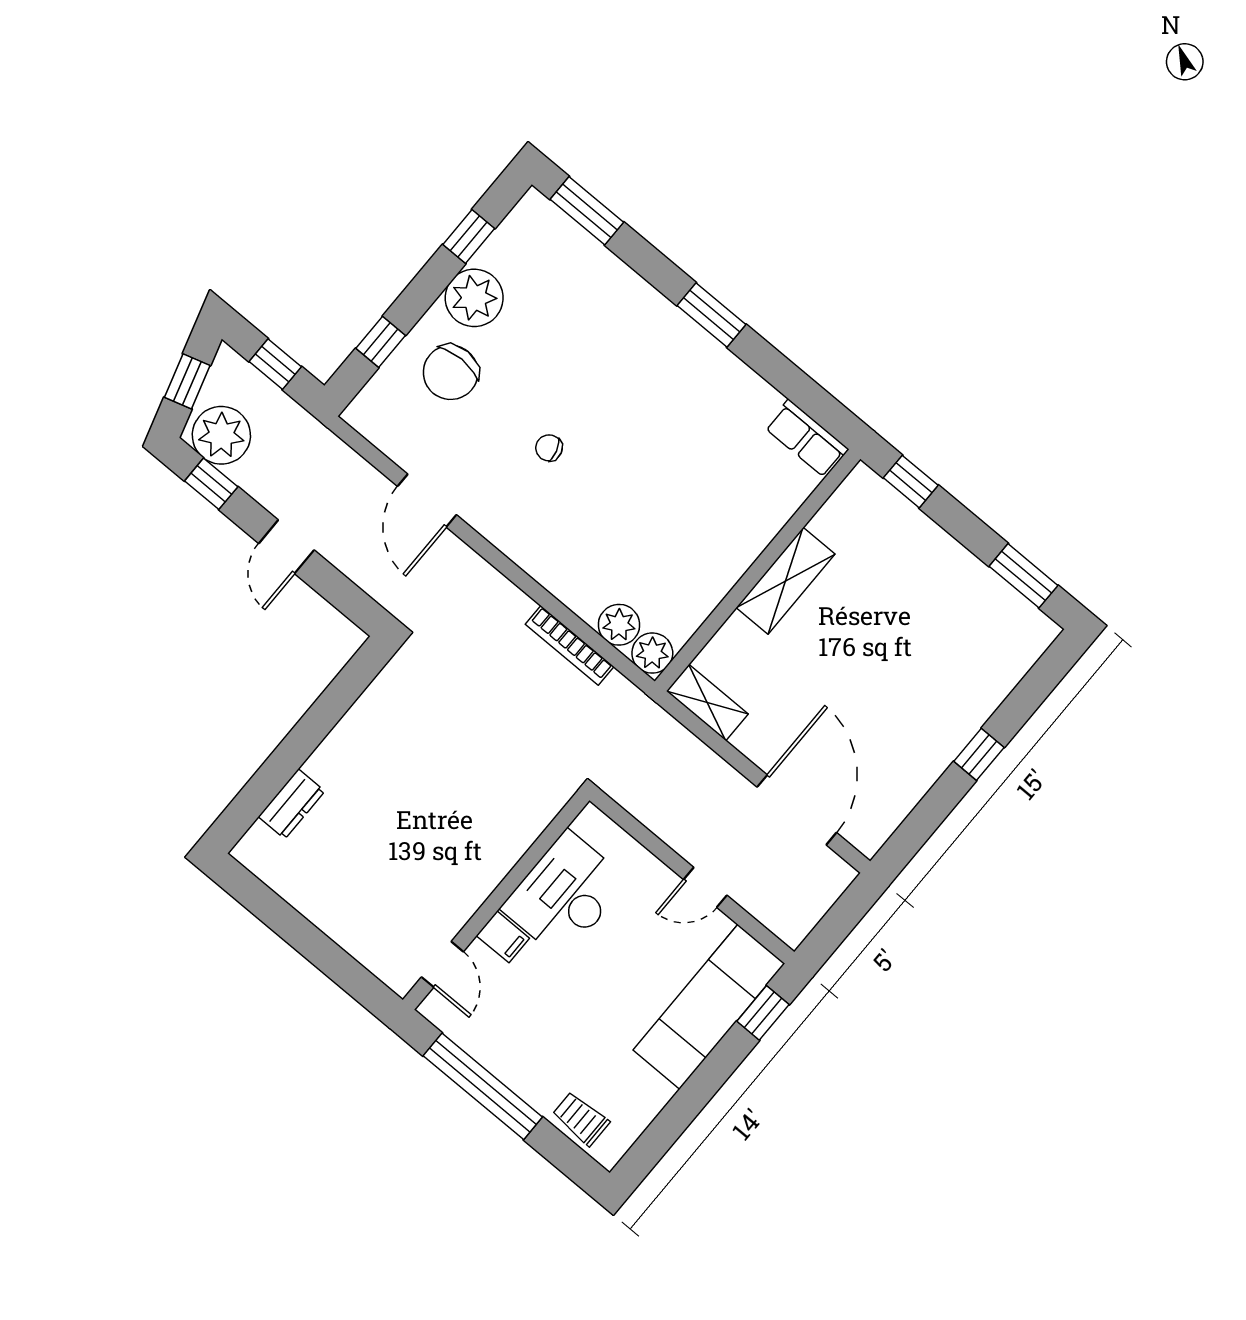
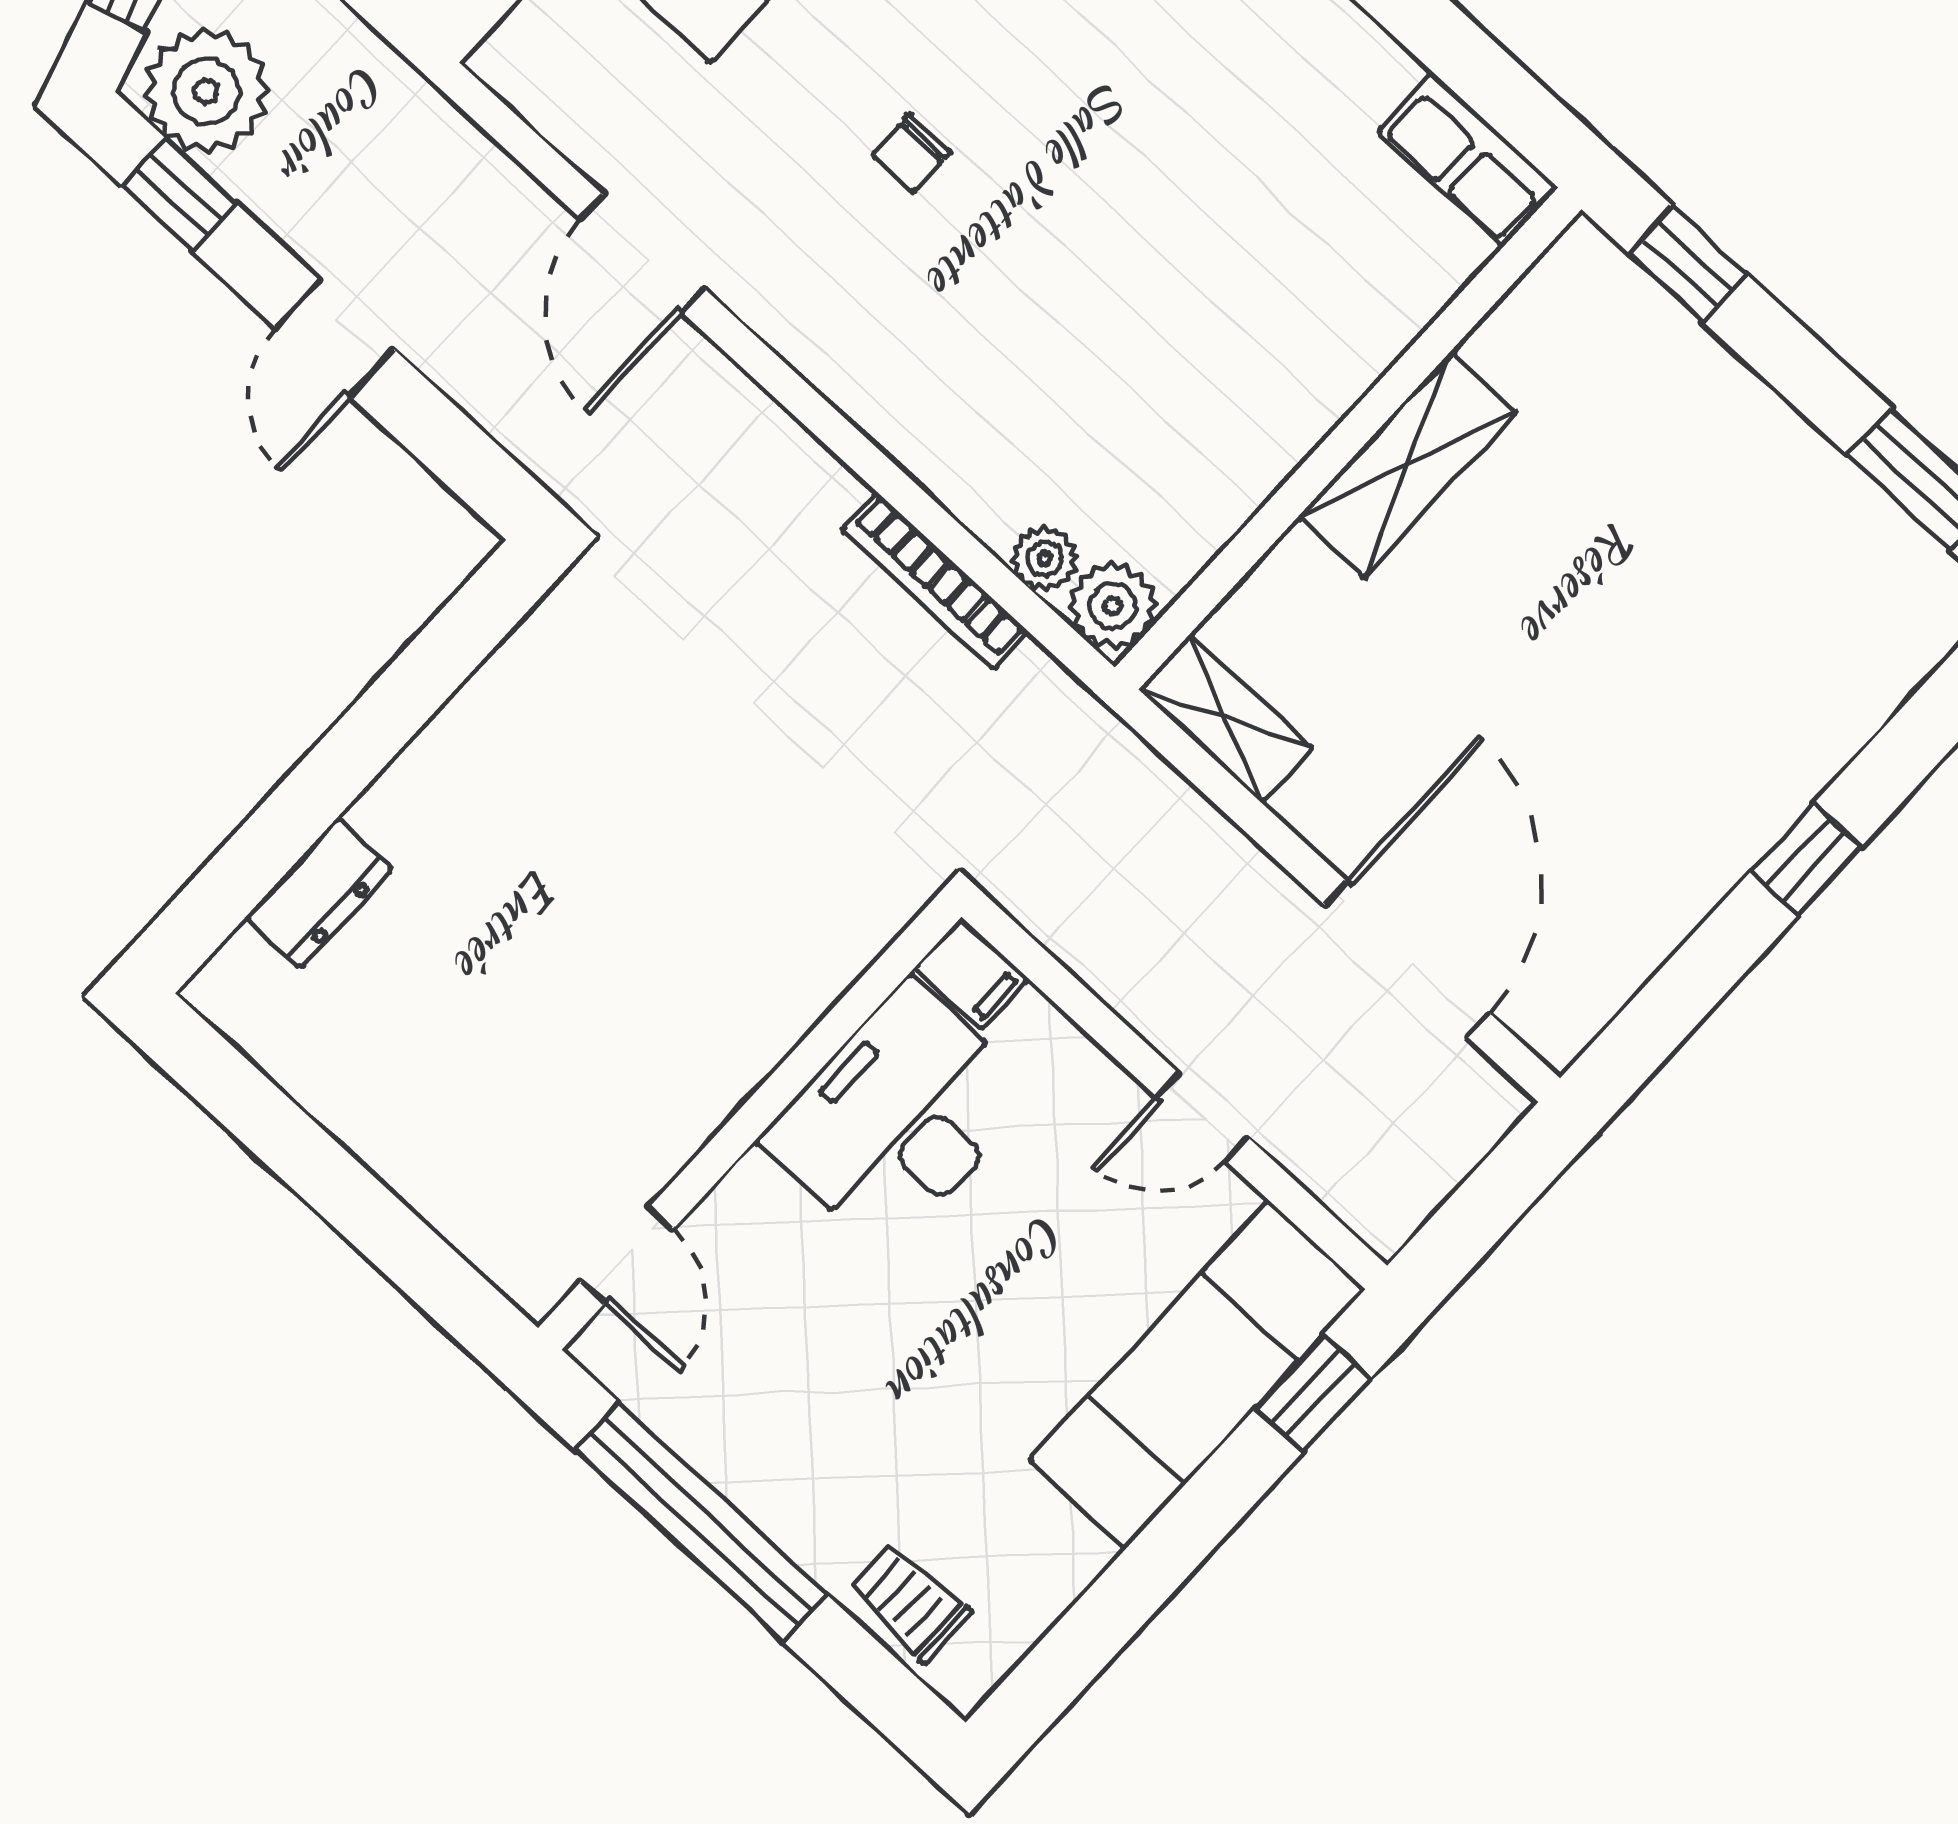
chair: (549, 448) -> (911, 153), turned -73
plant: (619, 625) -> (1044, 559), width x0.73, depth x0.73
filing cabinet: (503, 937) -> (971, 974), moved

